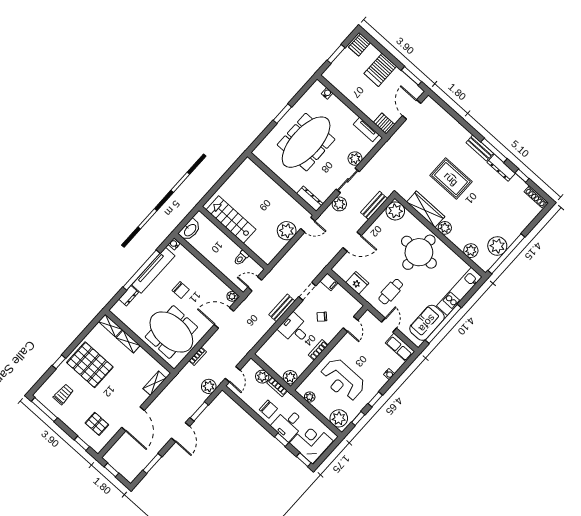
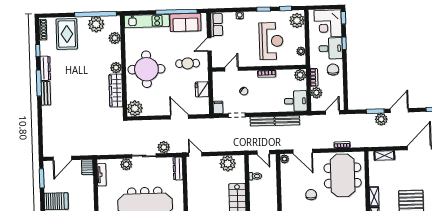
rug: (451, 179) -> (67, 34), moved
bench: (374, 205) -> (287, 121), moved
plant: (287, 231) -> (228, 163), moved
desk: (294, 329) -> (296, 101), moved, turned -90
plant: (209, 386) -> (381, 119), moved

